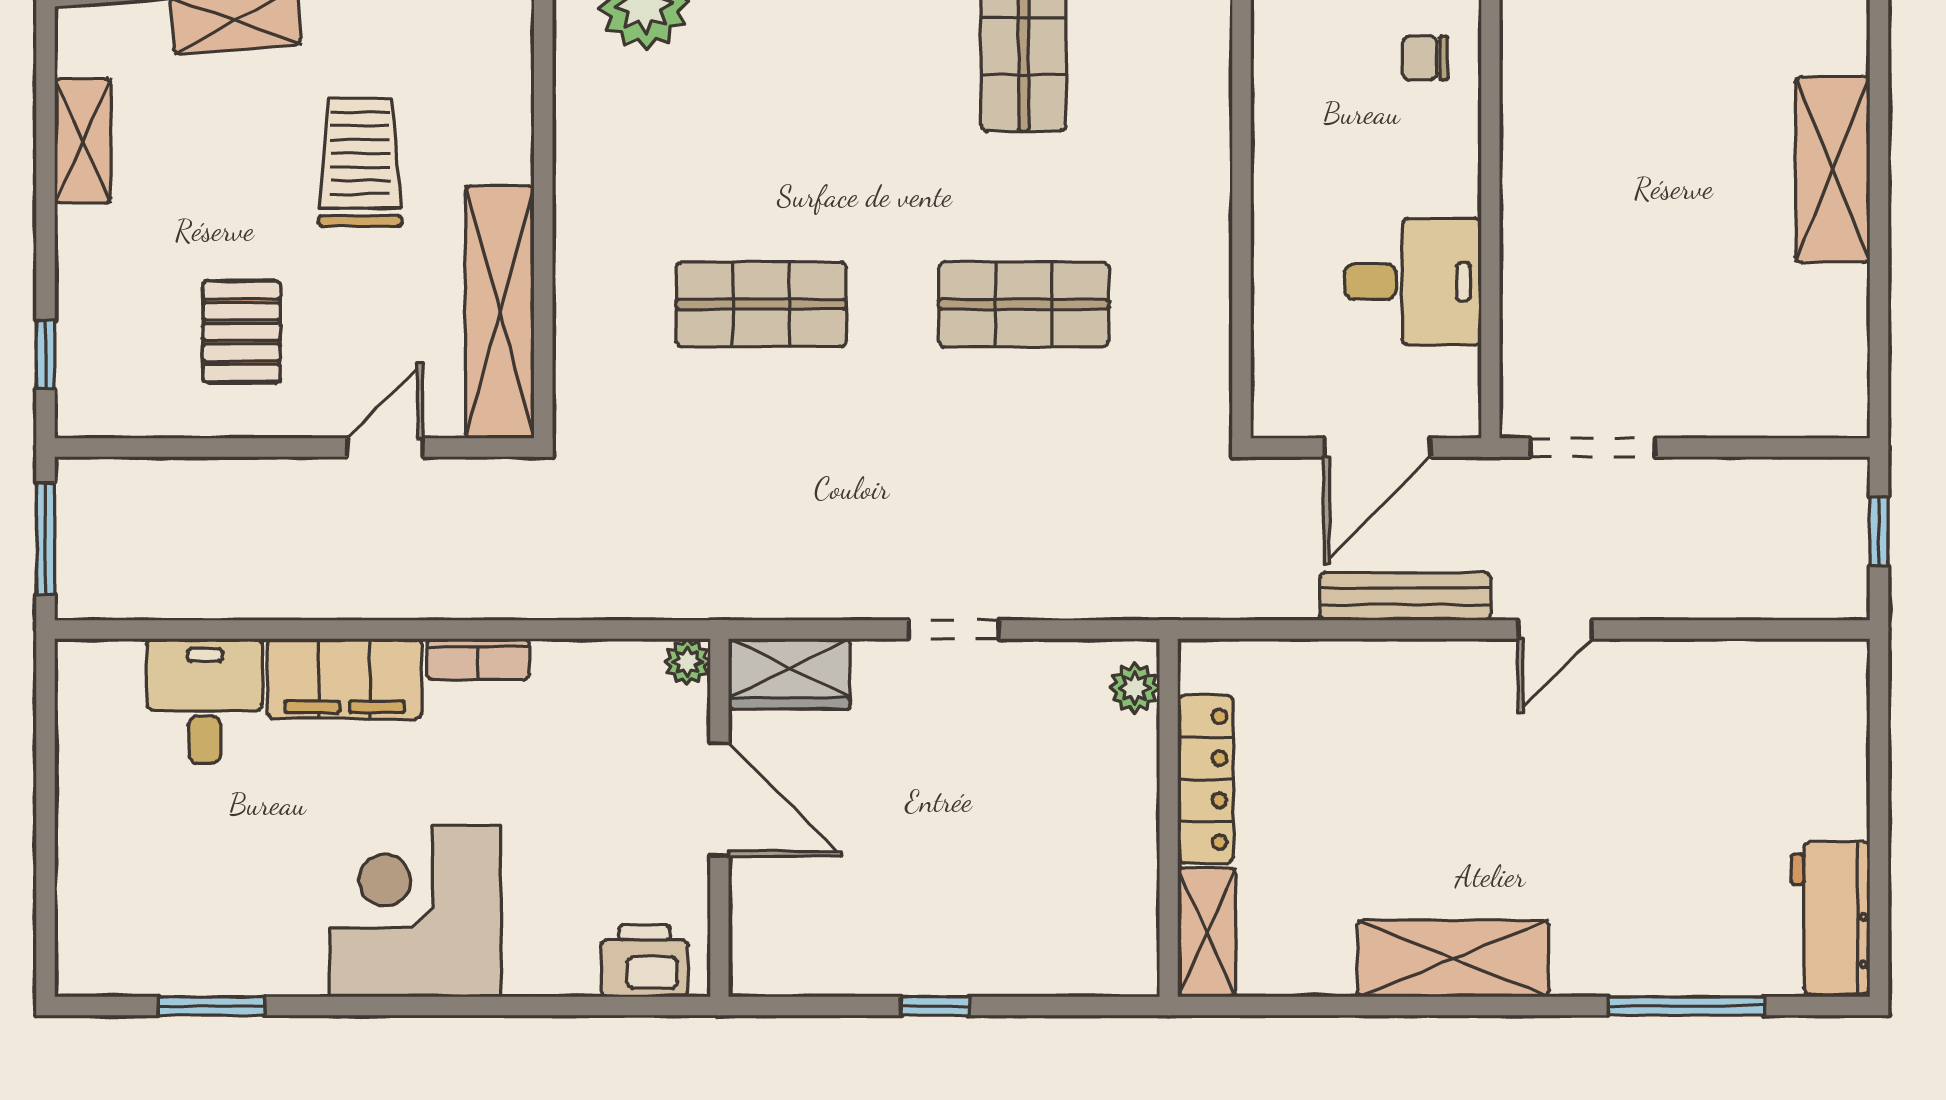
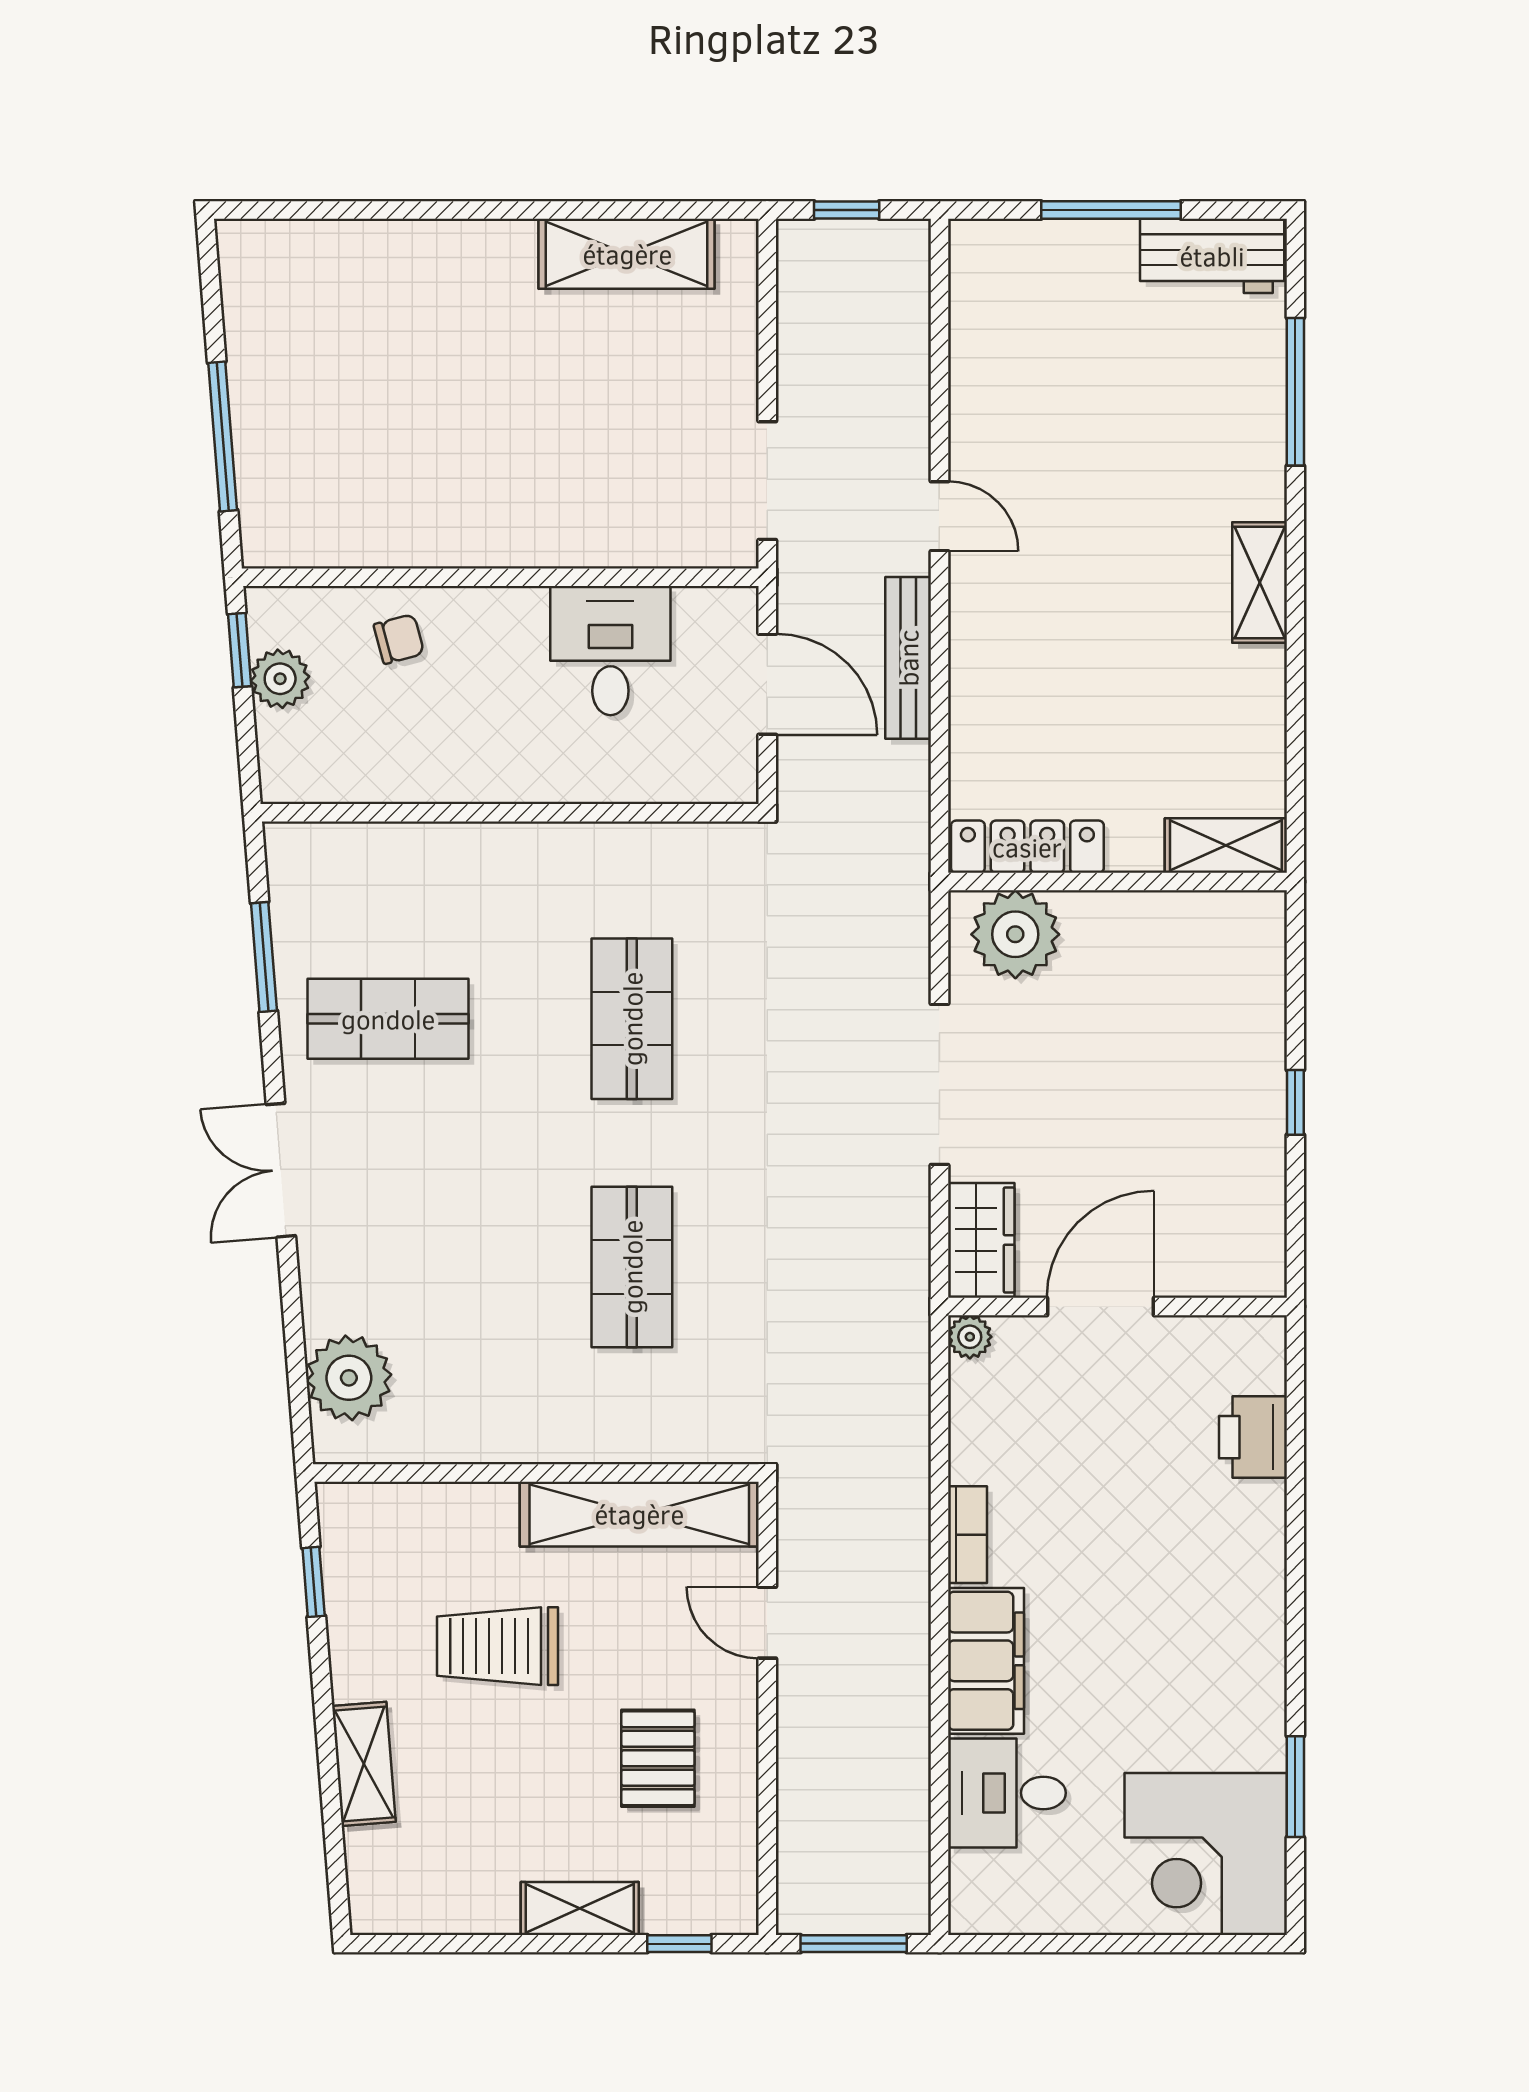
chair: (1425, 58) -> (399, 639), turned -105
shelving: (83, 141) -> (580, 1909), moved
shelving: (1833, 170) -> (627, 254), moved
pallet: (242, 332) -> (658, 1758), turned 90
doorway: (954, 630) -> (939, 1084), width x1.87
plant: (1135, 688) -> (1015, 934), width x1.88, depth x1.88
locker: (1206, 779) -> (1027, 847), moved
window: (1879, 811) -> (1111, 210), added
corner desk: (415, 911) -> (1206, 1854), moved
shelving: (1453, 958) -> (1260, 583), width x0.67, depth x0.75
printer: (645, 961) -> (1253, 1437), moved

